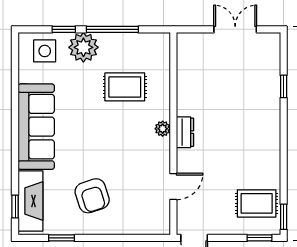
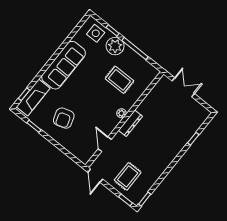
double door: (235, 29) -> (183, 87), moved
dresser: (185, 132) -> (130, 123), width x1.44
door: (173, 187) -> (105, 144), swing flipped
rug: (257, 203) -> (128, 176), moved, turned 90

